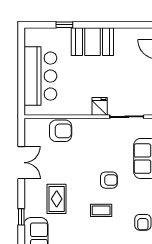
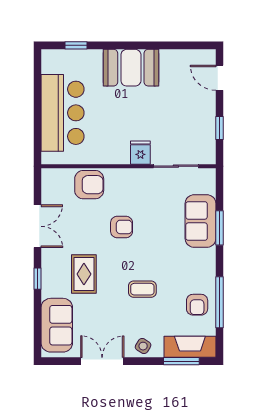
window: (64, 25) -> (76, 45), moved
armchair: (109, 180) -> (122, 227), moved
window: (21, 217) -> (37, 279), moved

